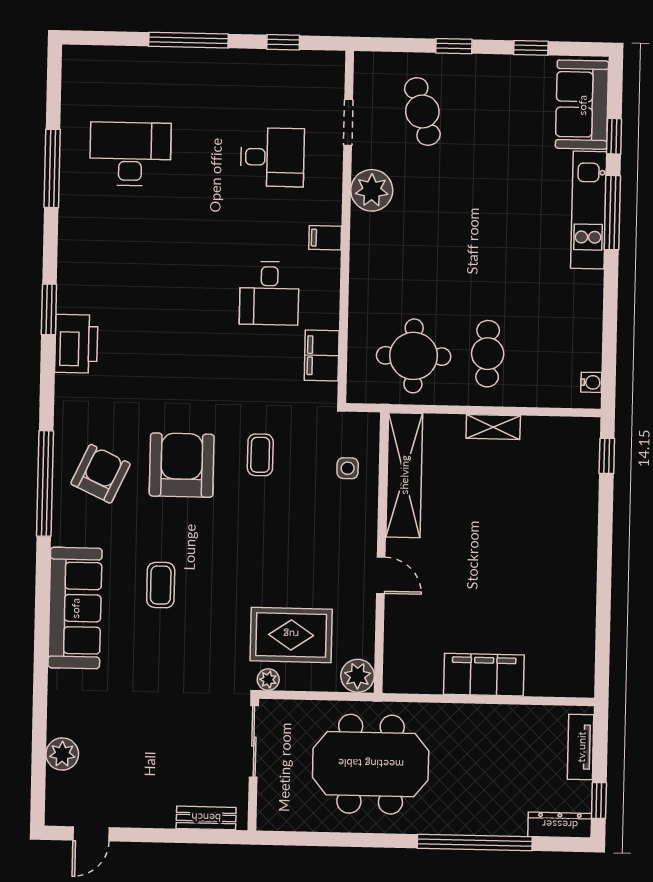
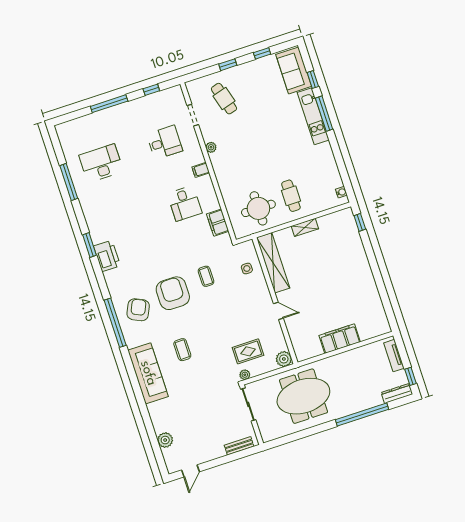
plant: (372, 190) -> (211, 147), width x0.53, depth x0.53
rug: (291, 635) -> (248, 351), width x0.73, depth x0.70

